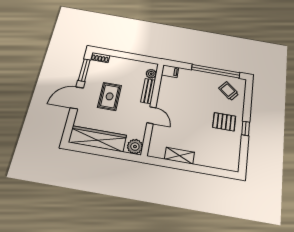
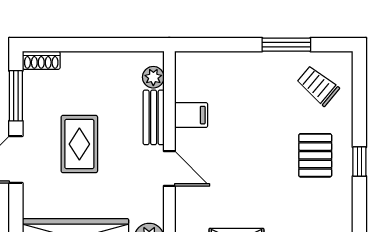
filing cabinet: (170, 71) -> (191, 115), moved
window: (216, 71) -> (286, 45), width x0.47
pallet: (224, 122) -> (315, 155), turned 90

